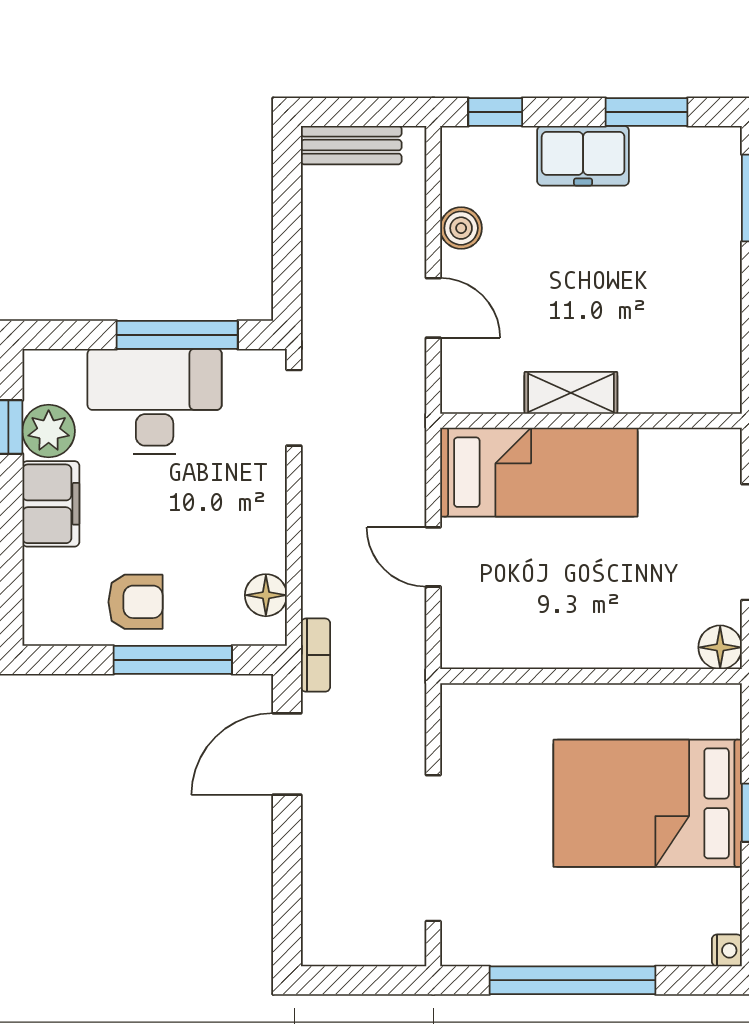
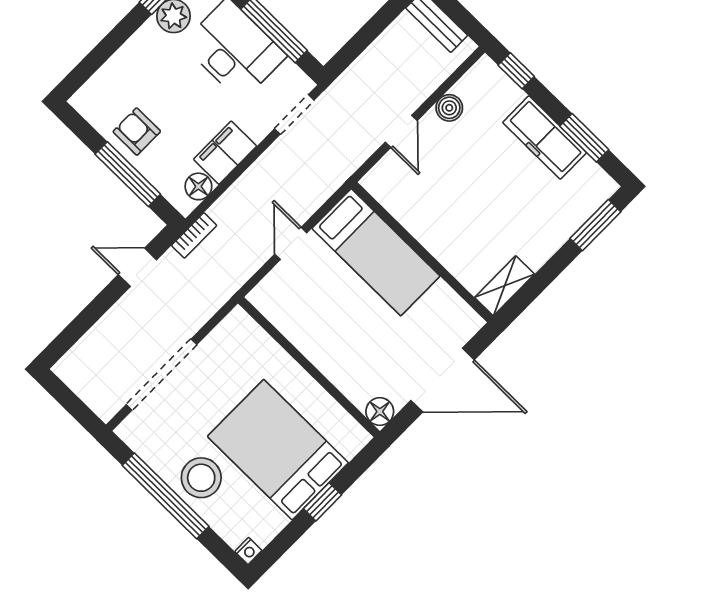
freezer: (583, 156) -> (545, 138), width x1.40
shelving: (571, 393) -> (505, 286), moved, turned 90
filing cabinet: (51, 504) -> (225, 153), moved, turned 180
armchair: (135, 602) -> (137, 131), turned 180
door: (287, 754) -> (137, 267), width x0.73
stool: (593, 920) -> (201, 478), added

